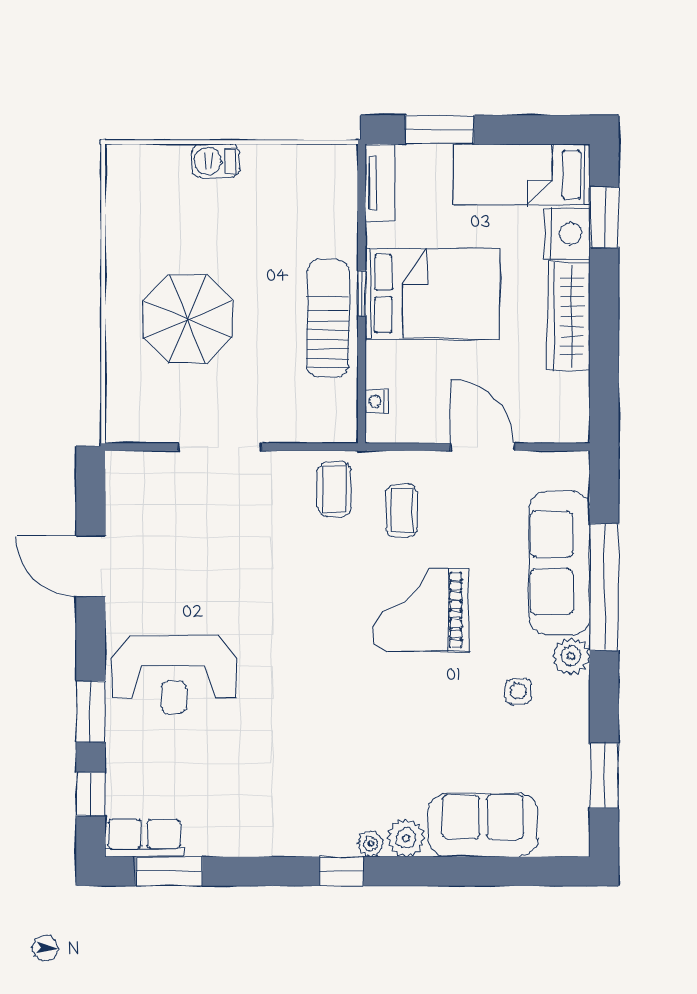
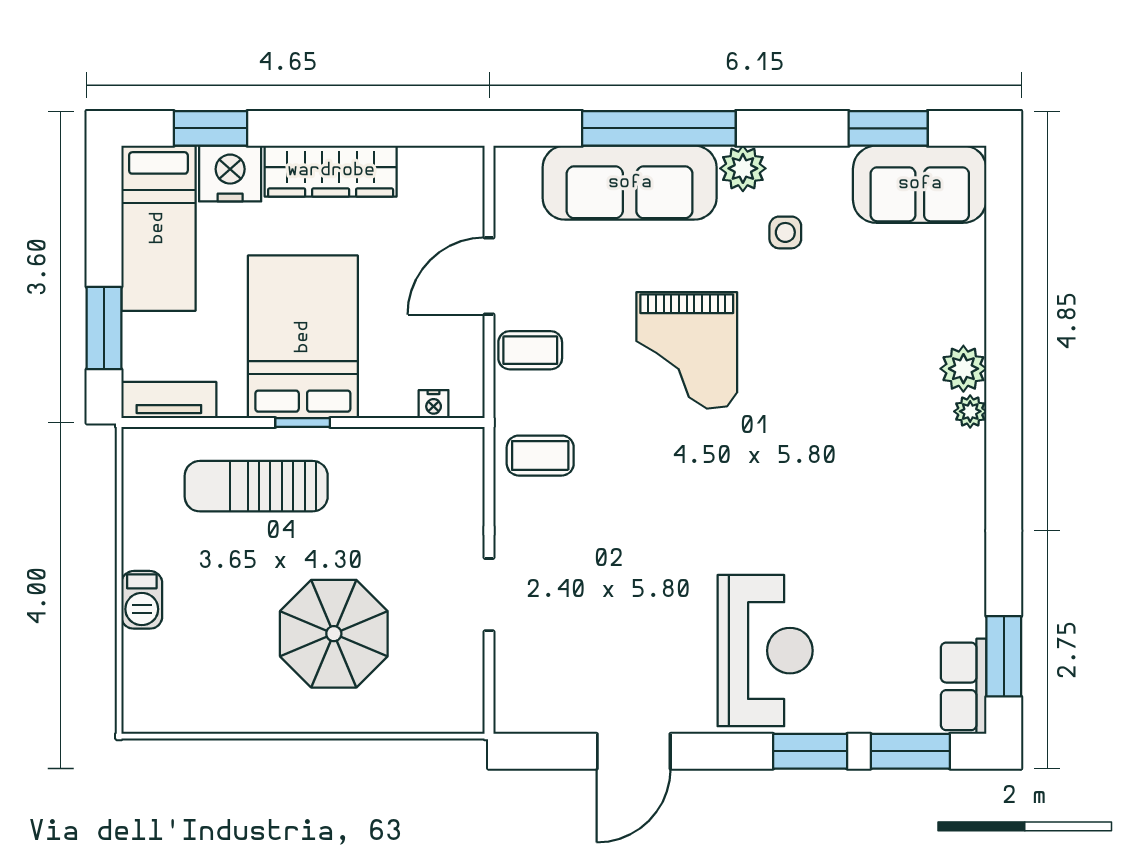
sun lounger: (328, 318) -> (256, 486), moved
doorway: (220, 447) -> (489, 595), width x0.73
coffee table: (402, 511) -> (530, 350), moved
window: (91, 794) -> (910, 751), width x1.50
sofa: (483, 825) -> (920, 184), moved, turned -90
window: (341, 871) -> (1004, 447), removed

